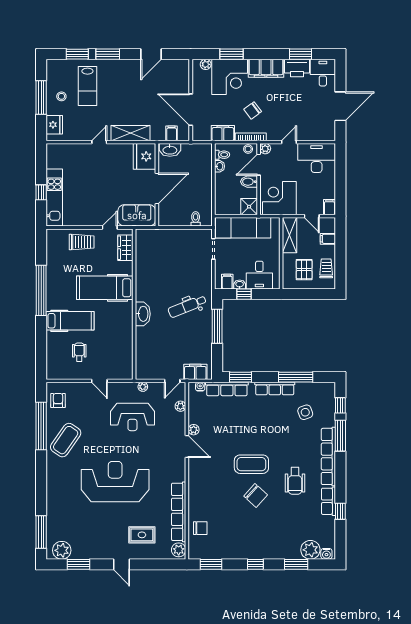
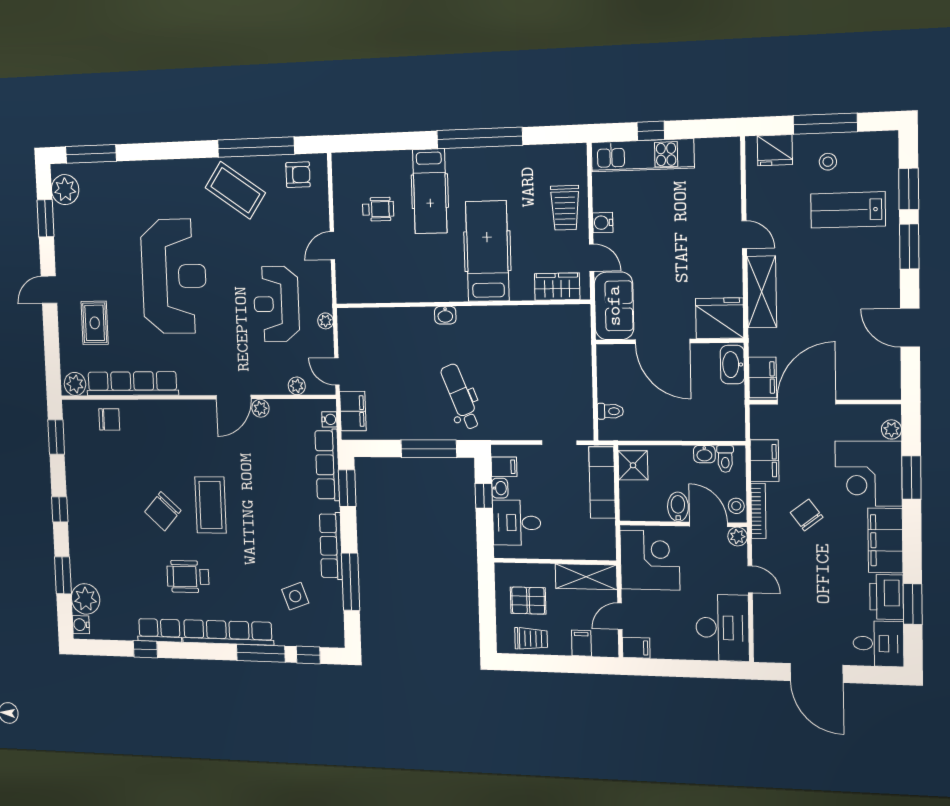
filing cabinet: (172, 133) -> (763, 378), width x2.00
shower: (249, 207) -> (633, 465), moved
water cooler: (91, 221) -> (603, 223), added
exam couch: (243, 228) -> (602, 482), width x0.73, depth x0.69
washbasin: (143, 314) -> (445, 315), width x0.52, depth x0.69
chair: (200, 528) -> (109, 419), turned -90

